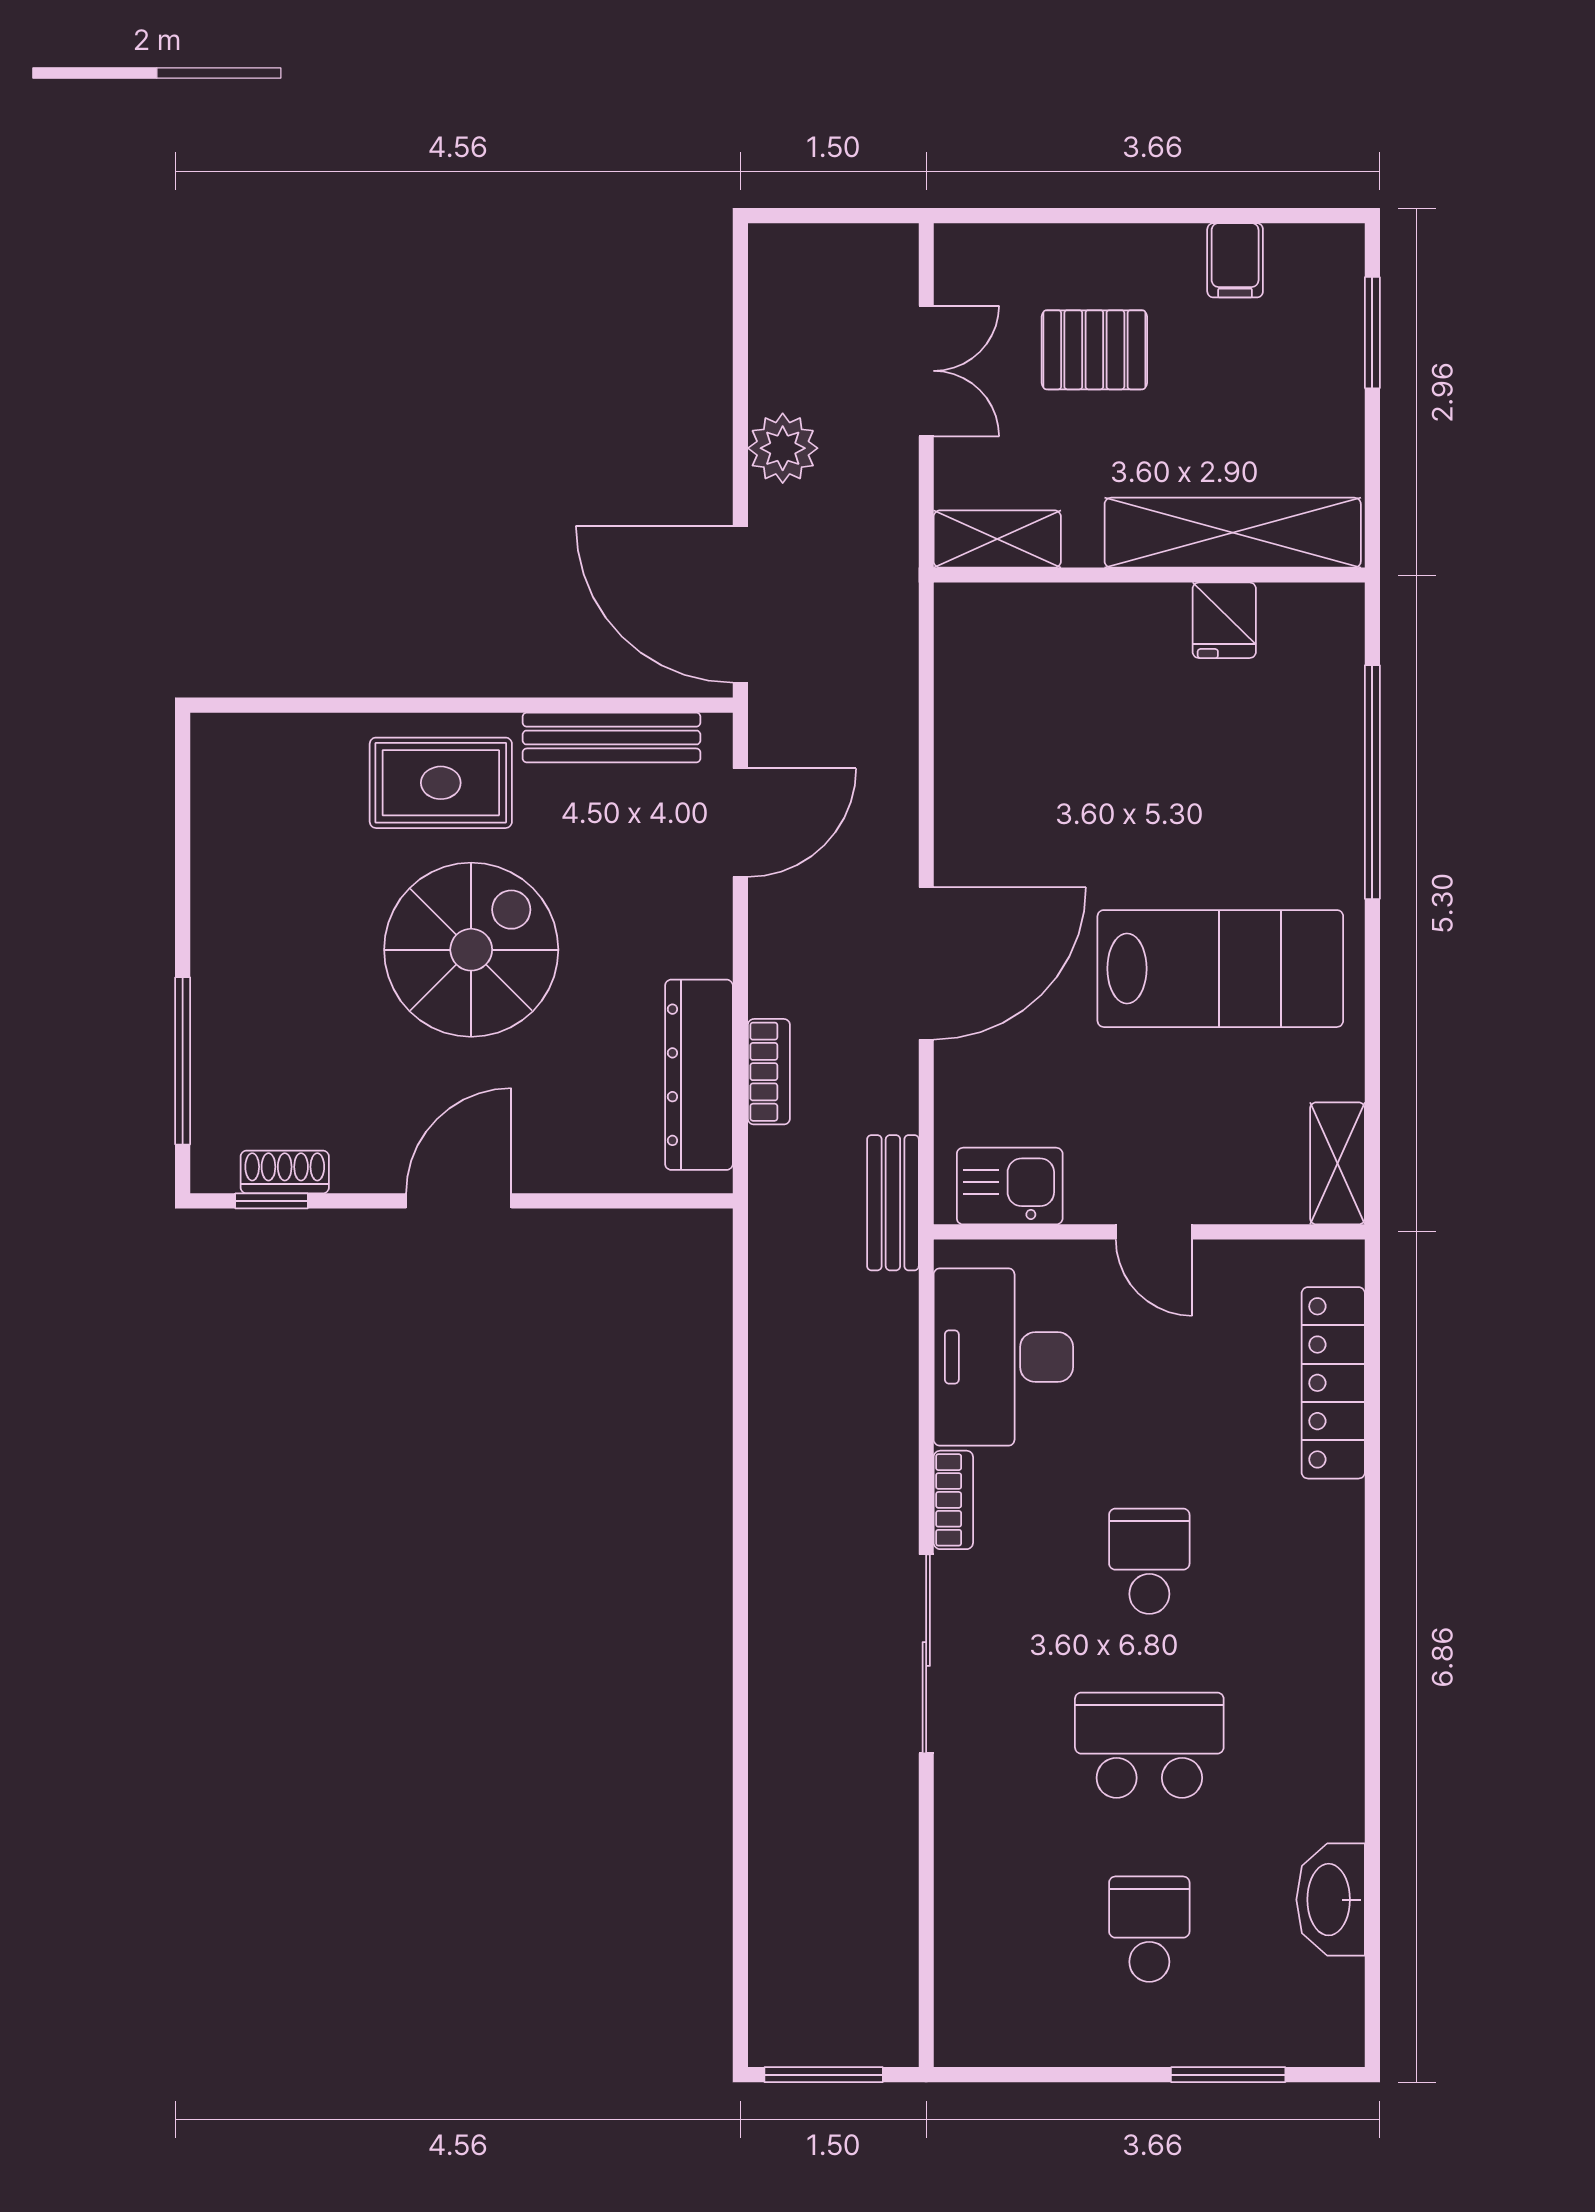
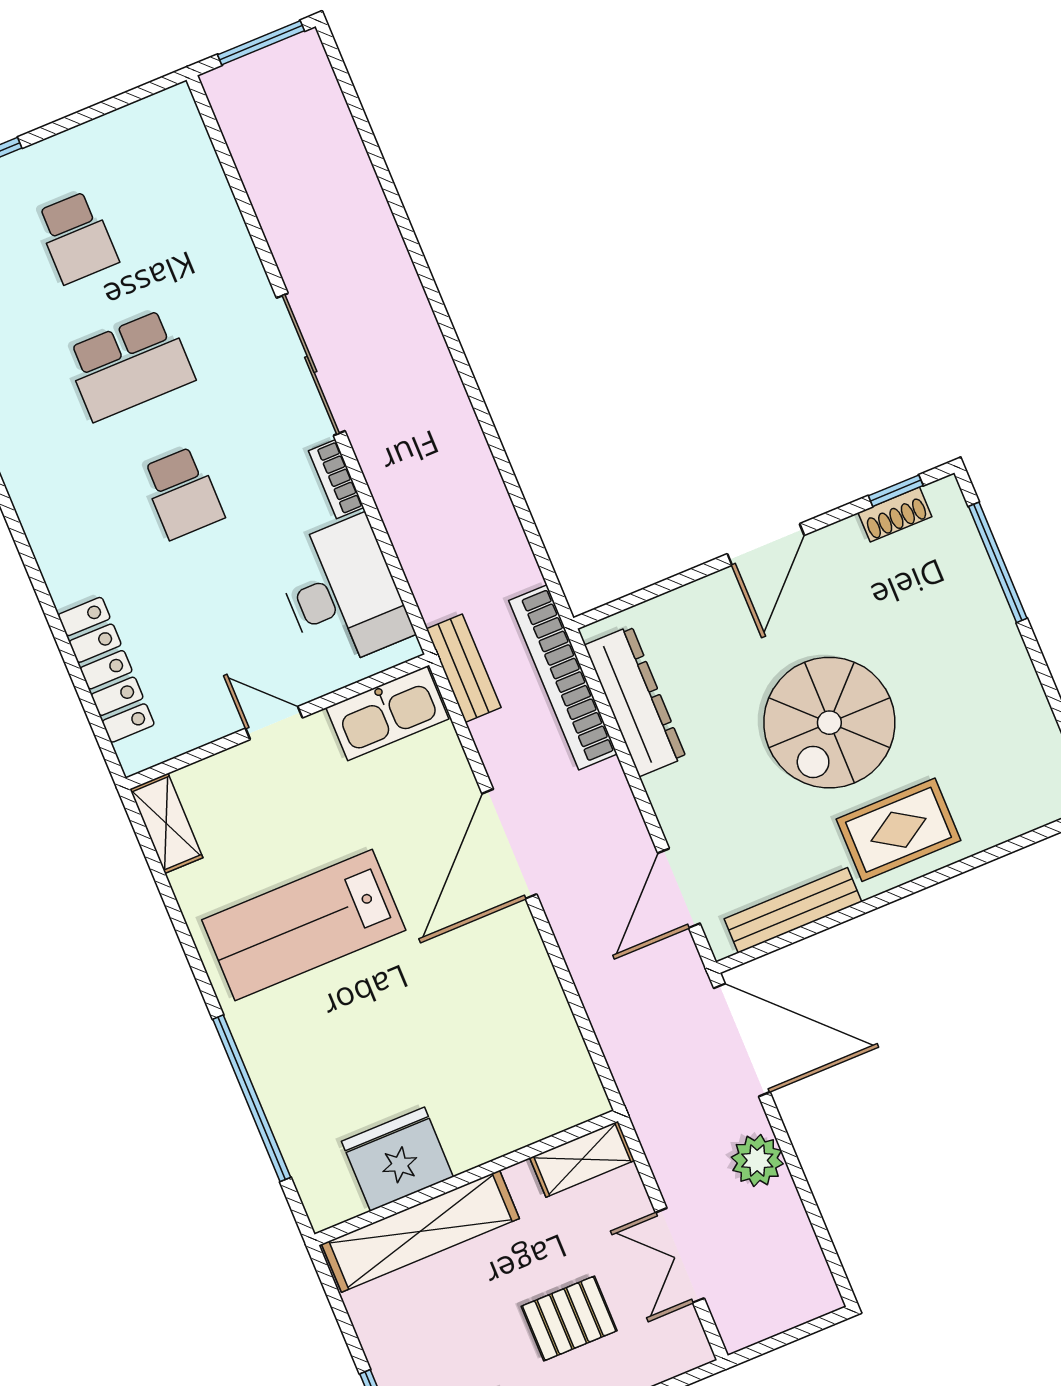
fridge: (1224, 620) -> (397, 1159), width x1.88, depth x1.34
bookcase: (769, 1072) -> (563, 677), width x2.31, depth x1.31
kitchen sink: (1010, 1186) -> (387, 713), width x1.38

